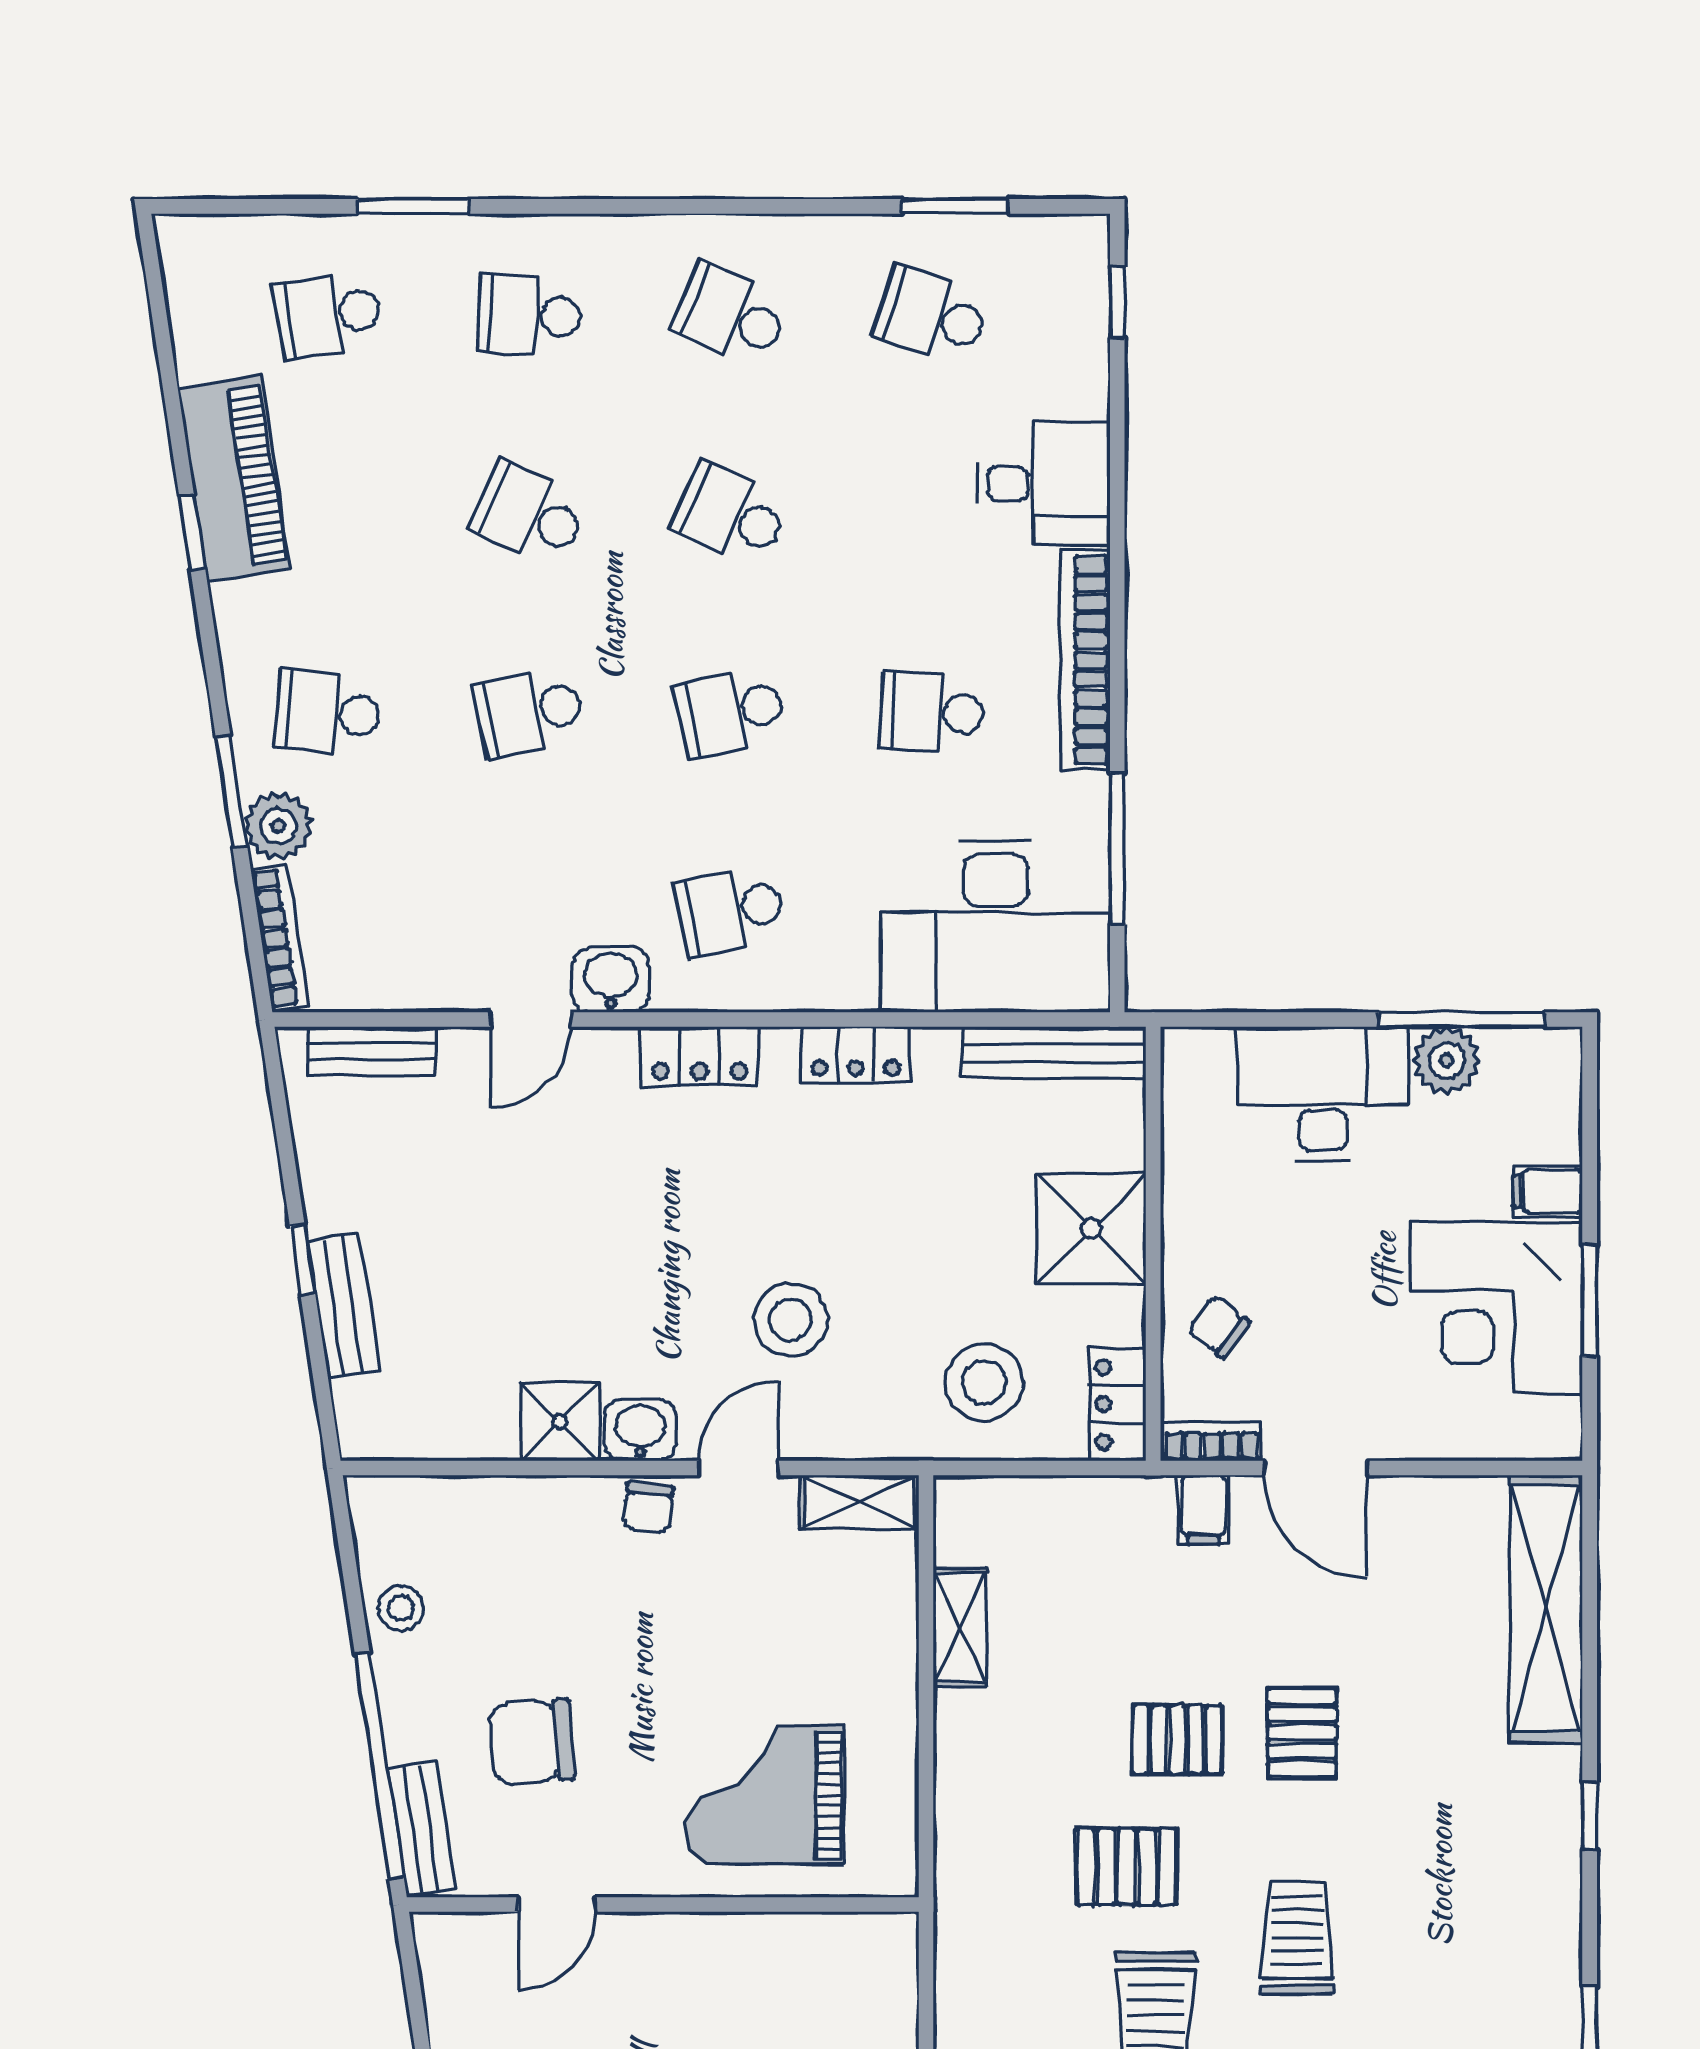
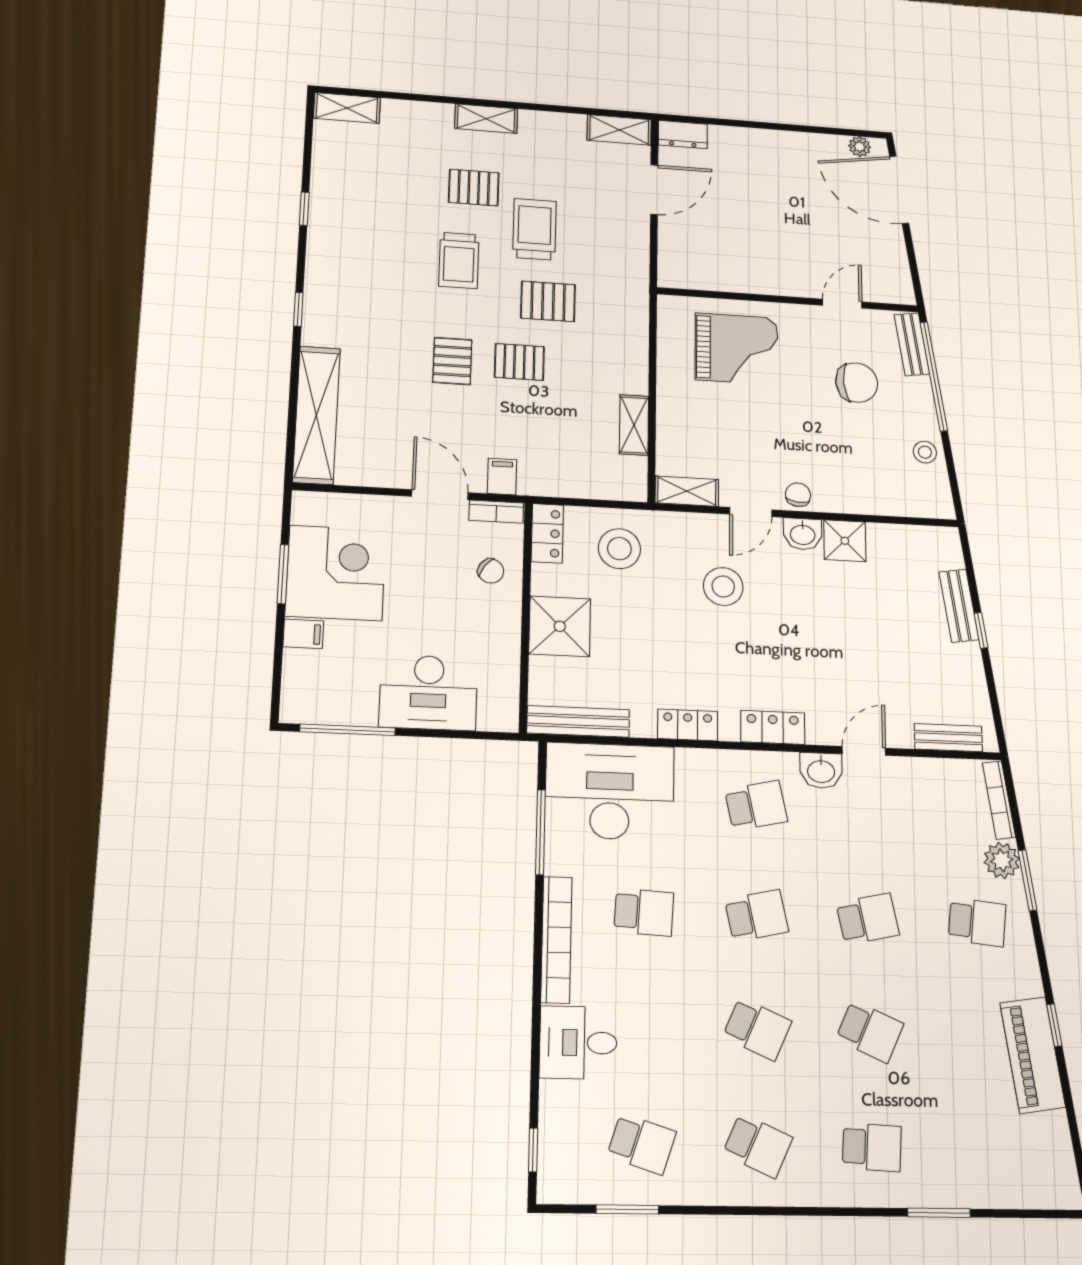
school desk: (328, 315) -> (984, 1149), removed
plant: (1447, 1060) -> (357, 708), removed

